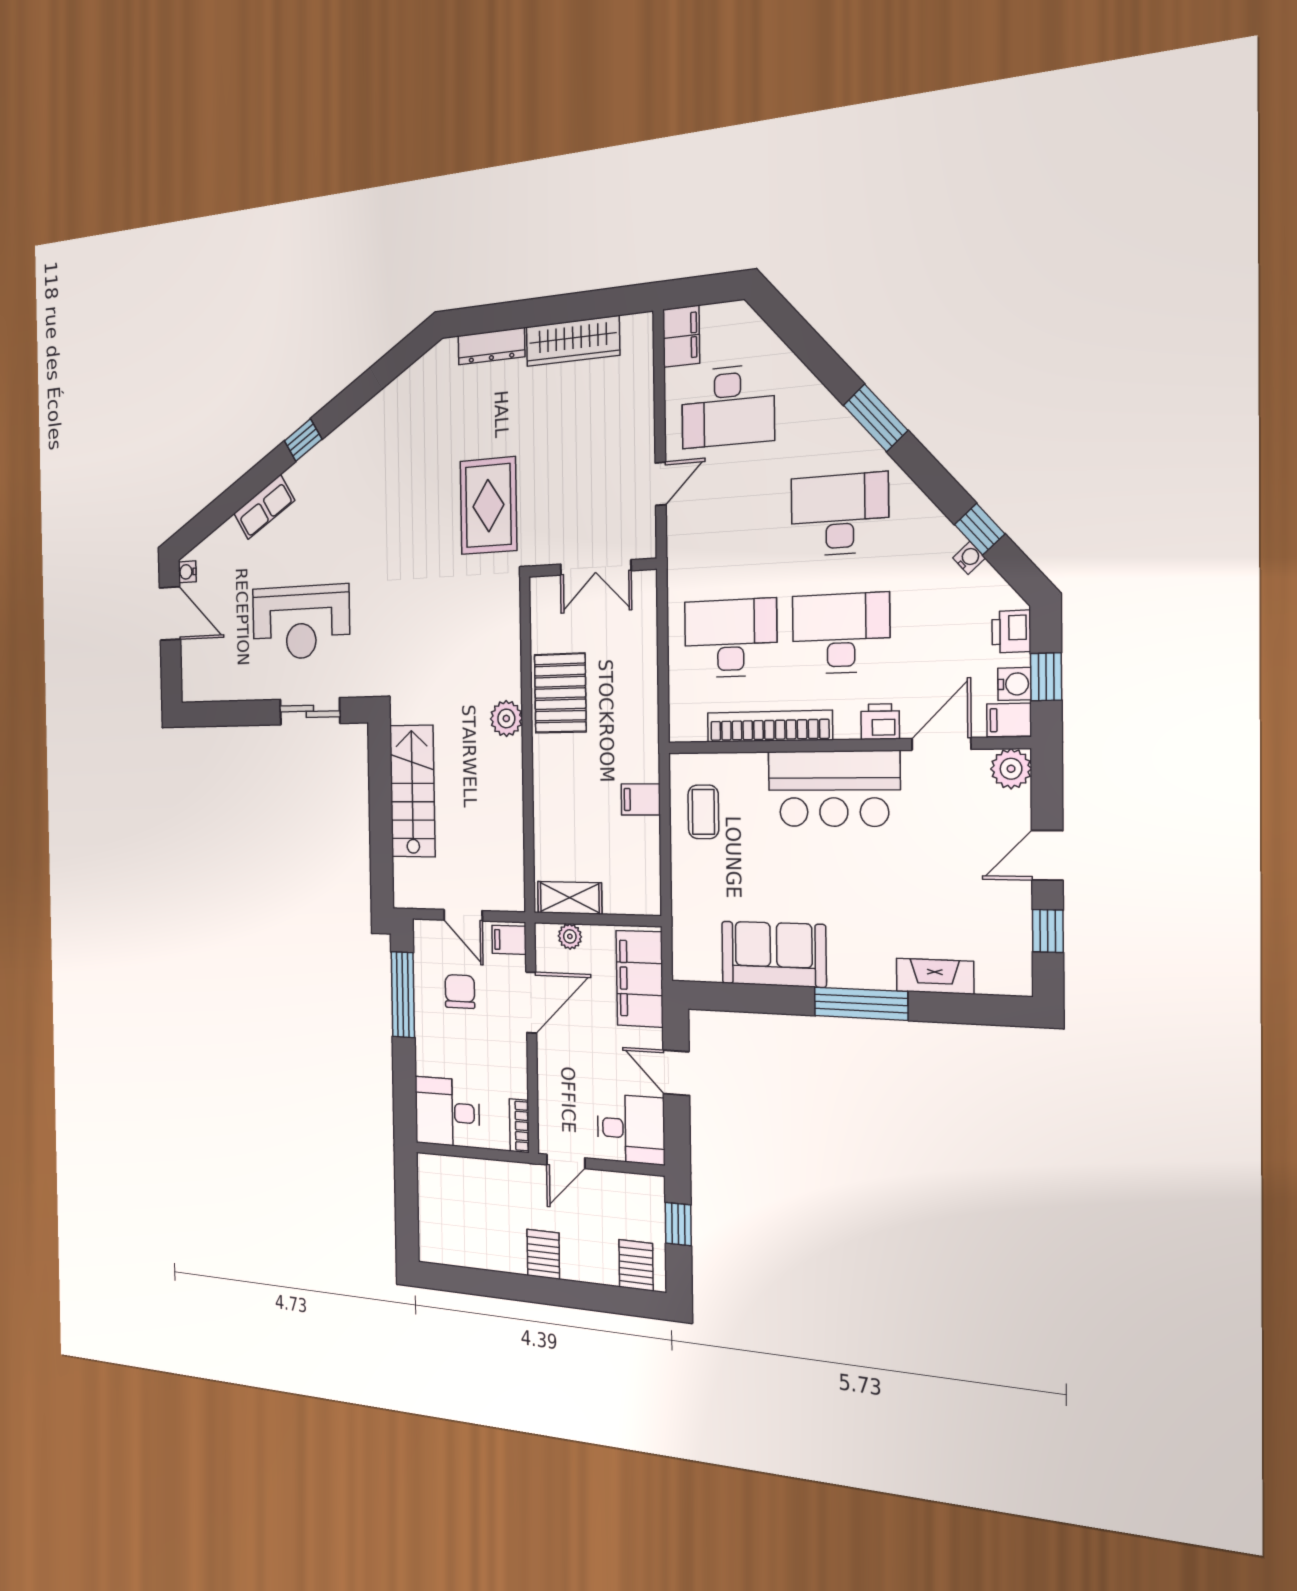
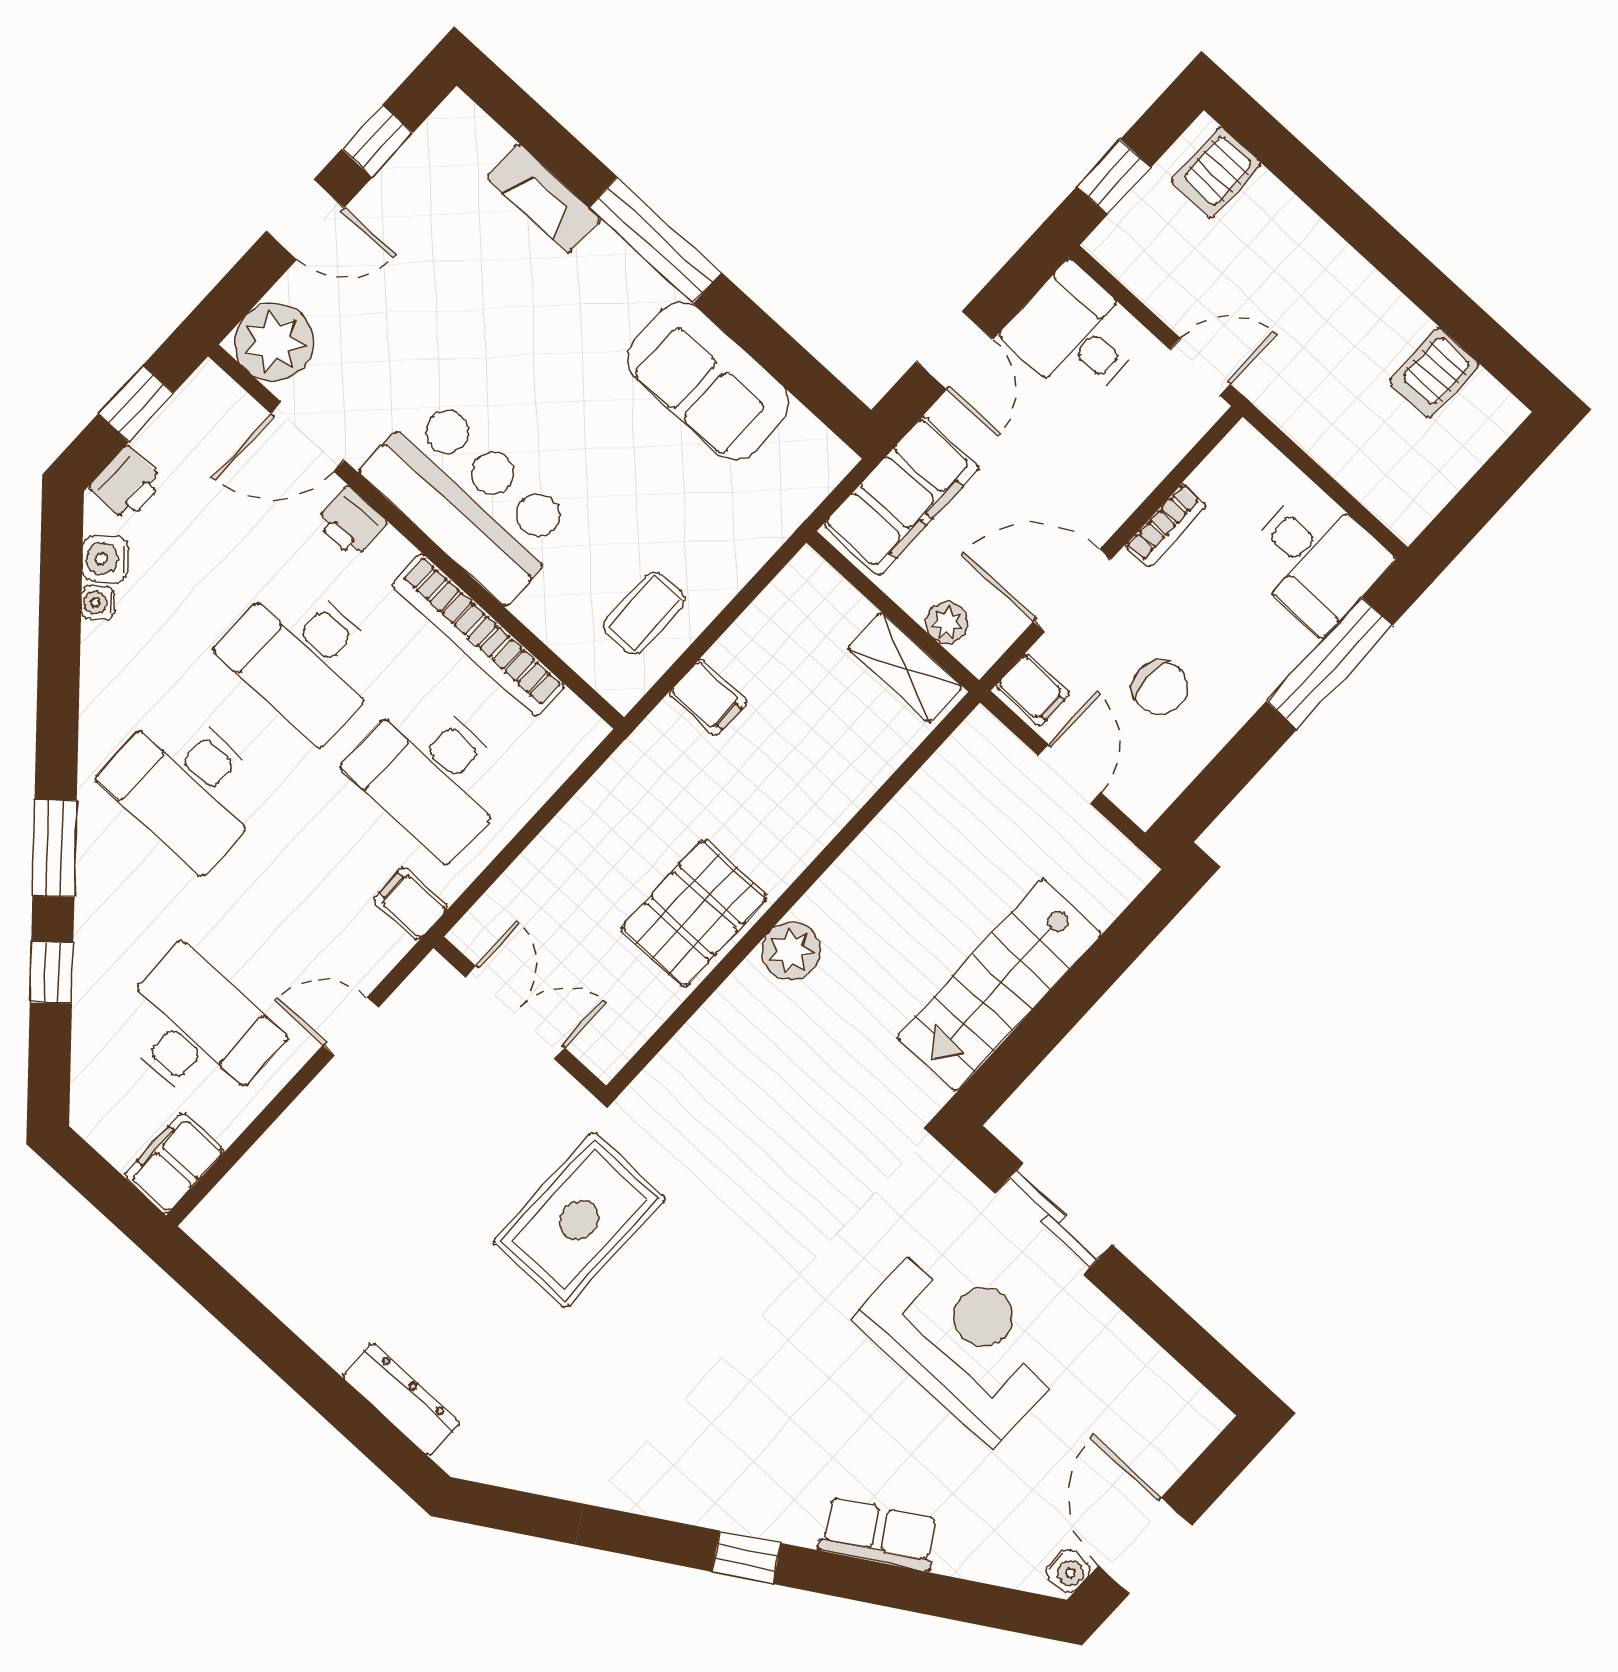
wardrobe: (573, 341) -> (300, 1296), removed
window: (980, 529) -> (52, 973), moved
water cooler: (1014, 684) -> (105, 559), moved, turned -41
filing cabinet: (1009, 720) -> (411, 904), moved, turned 180
plant: (1011, 769) -> (274, 342), width x1.36, depth x1.36
chair: (460, 992) -> (1160, 688), turned -90
window: (403, 995) -> (1329, 663), moved
bookcase: (519, 1126) -> (1166, 526), moved
server rack: (543, 1254) -> (1434, 373), moved

